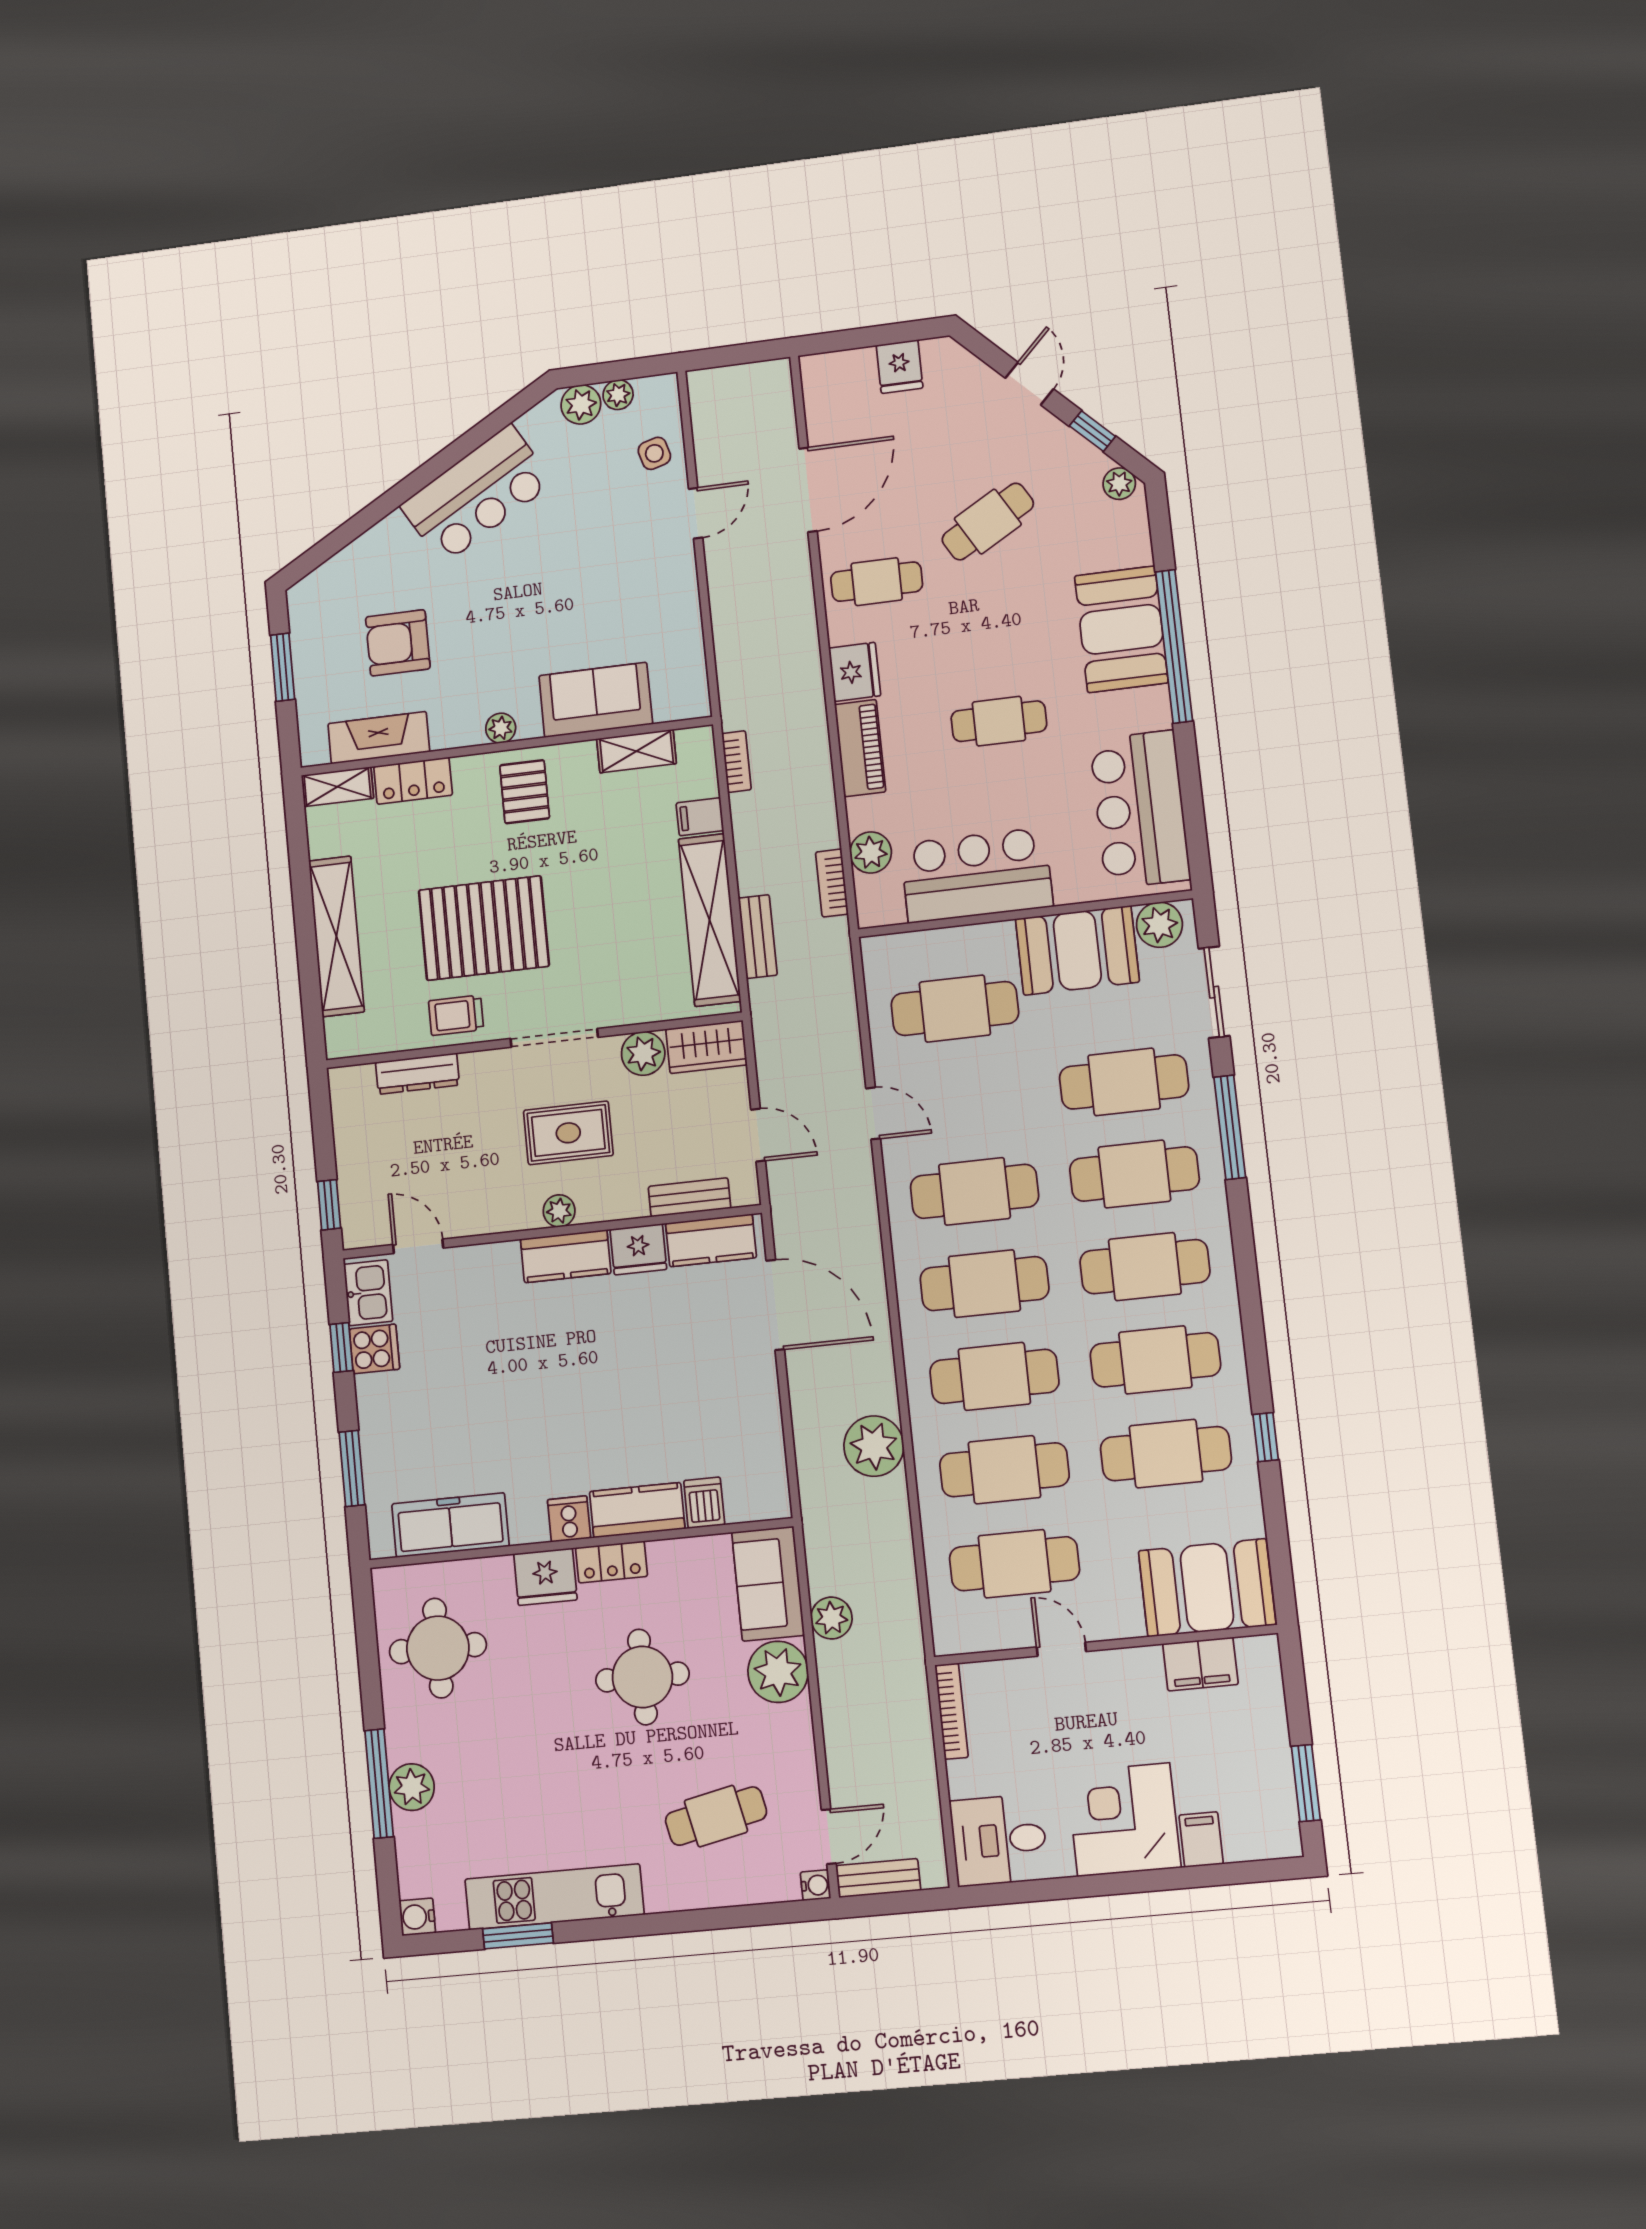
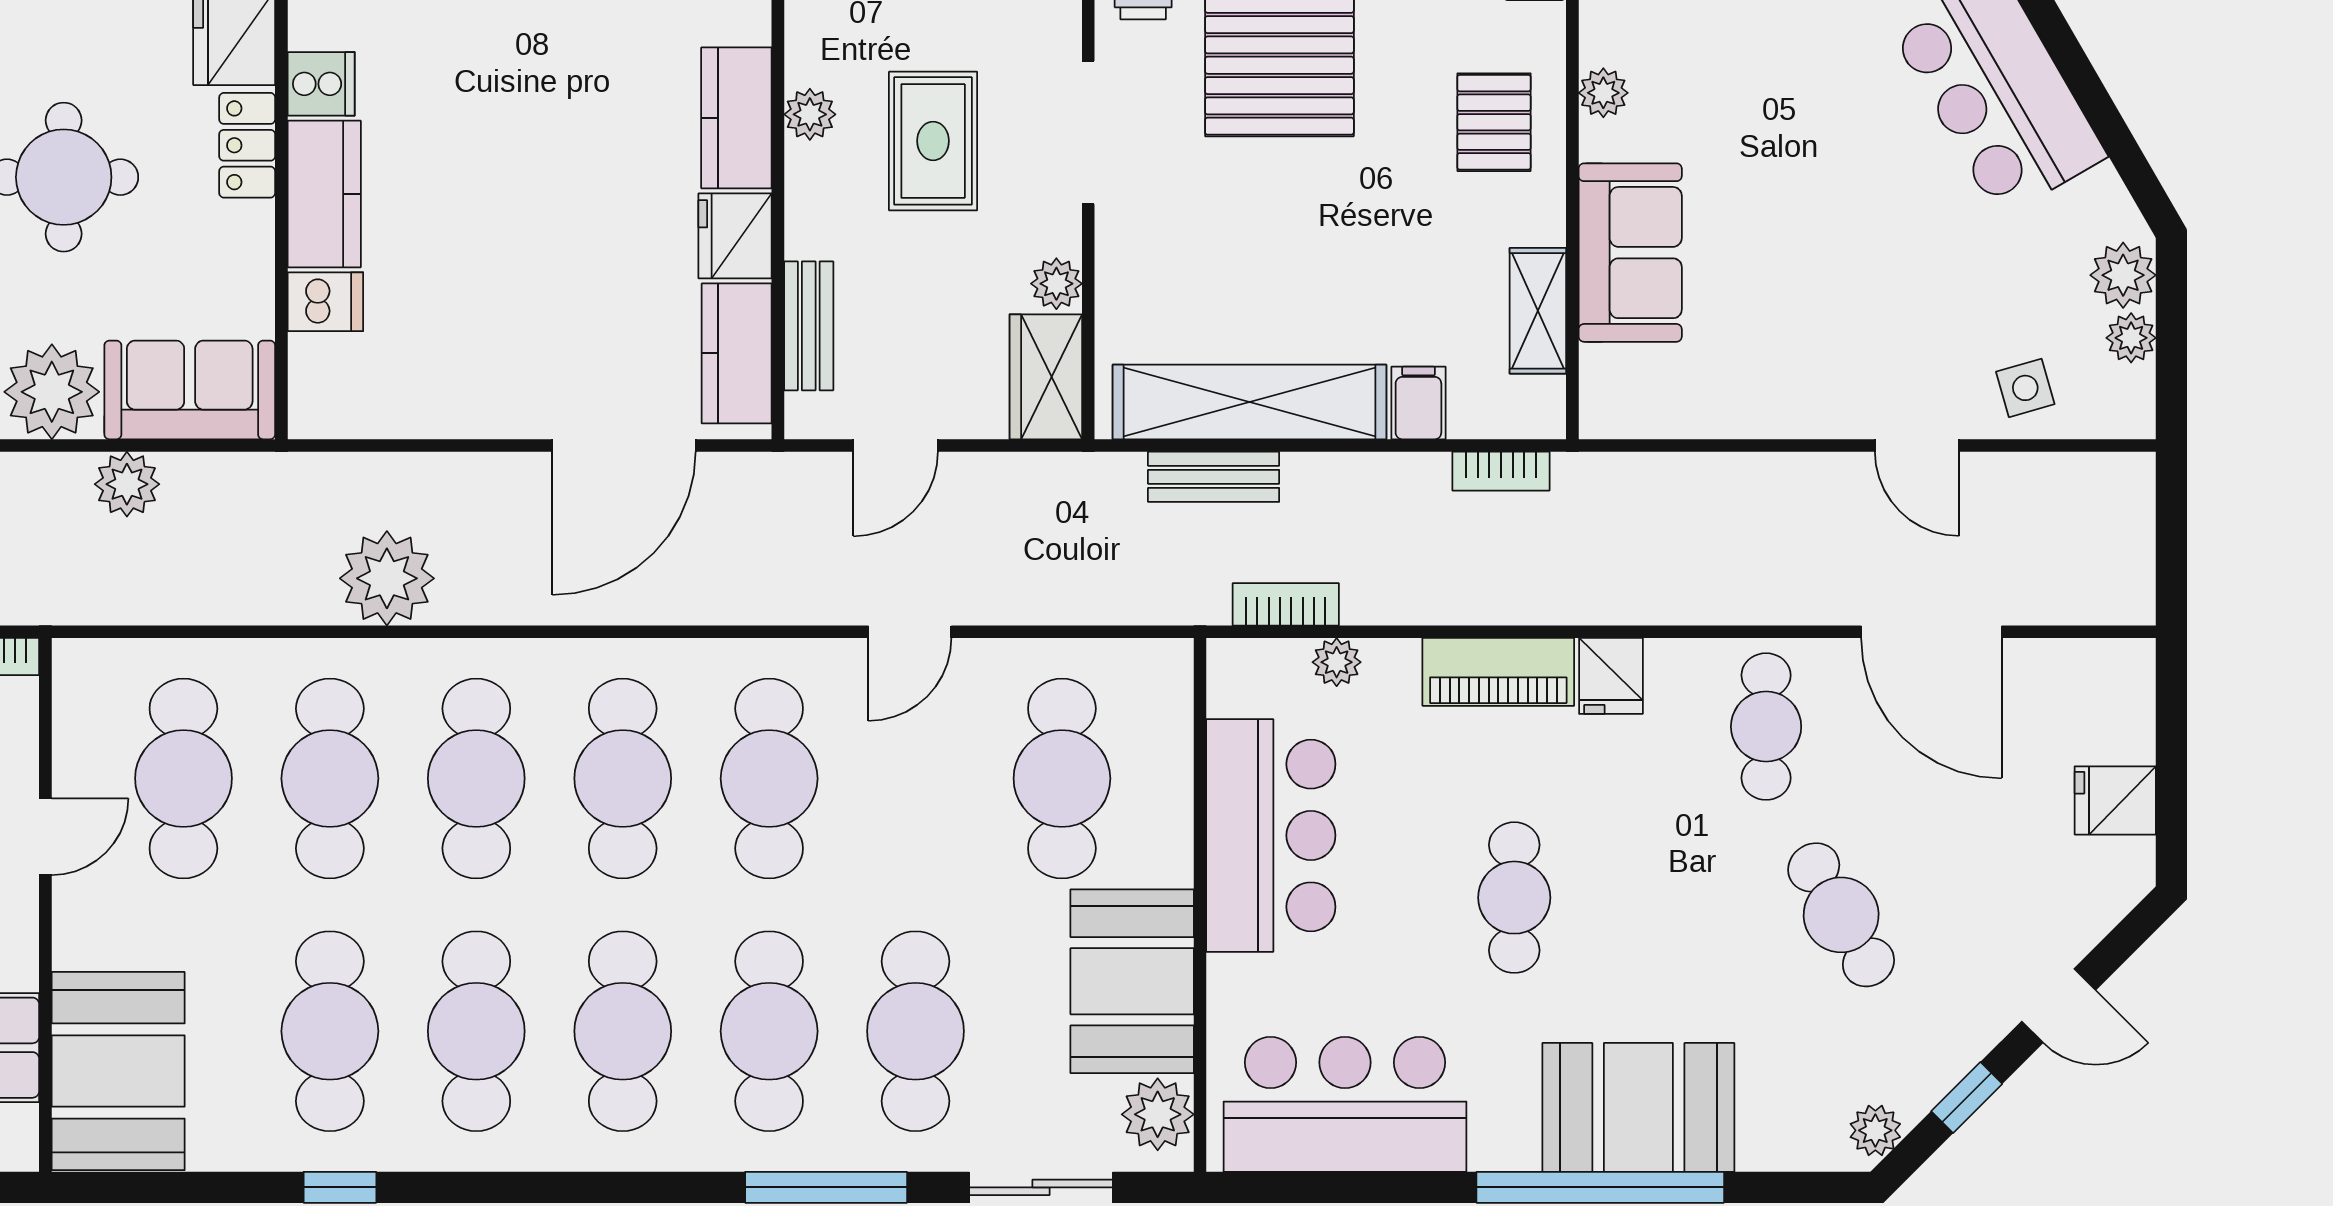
fridge: (855, 672) -> (1611, 676), width x0.72
pallet: (525, 792) -> (1494, 122), turned 90
plant: (871, 852) -> (1337, 662), width x0.73, depth x0.73
plant: (643, 1053) -> (1056, 284), width x0.73, depth x0.73

